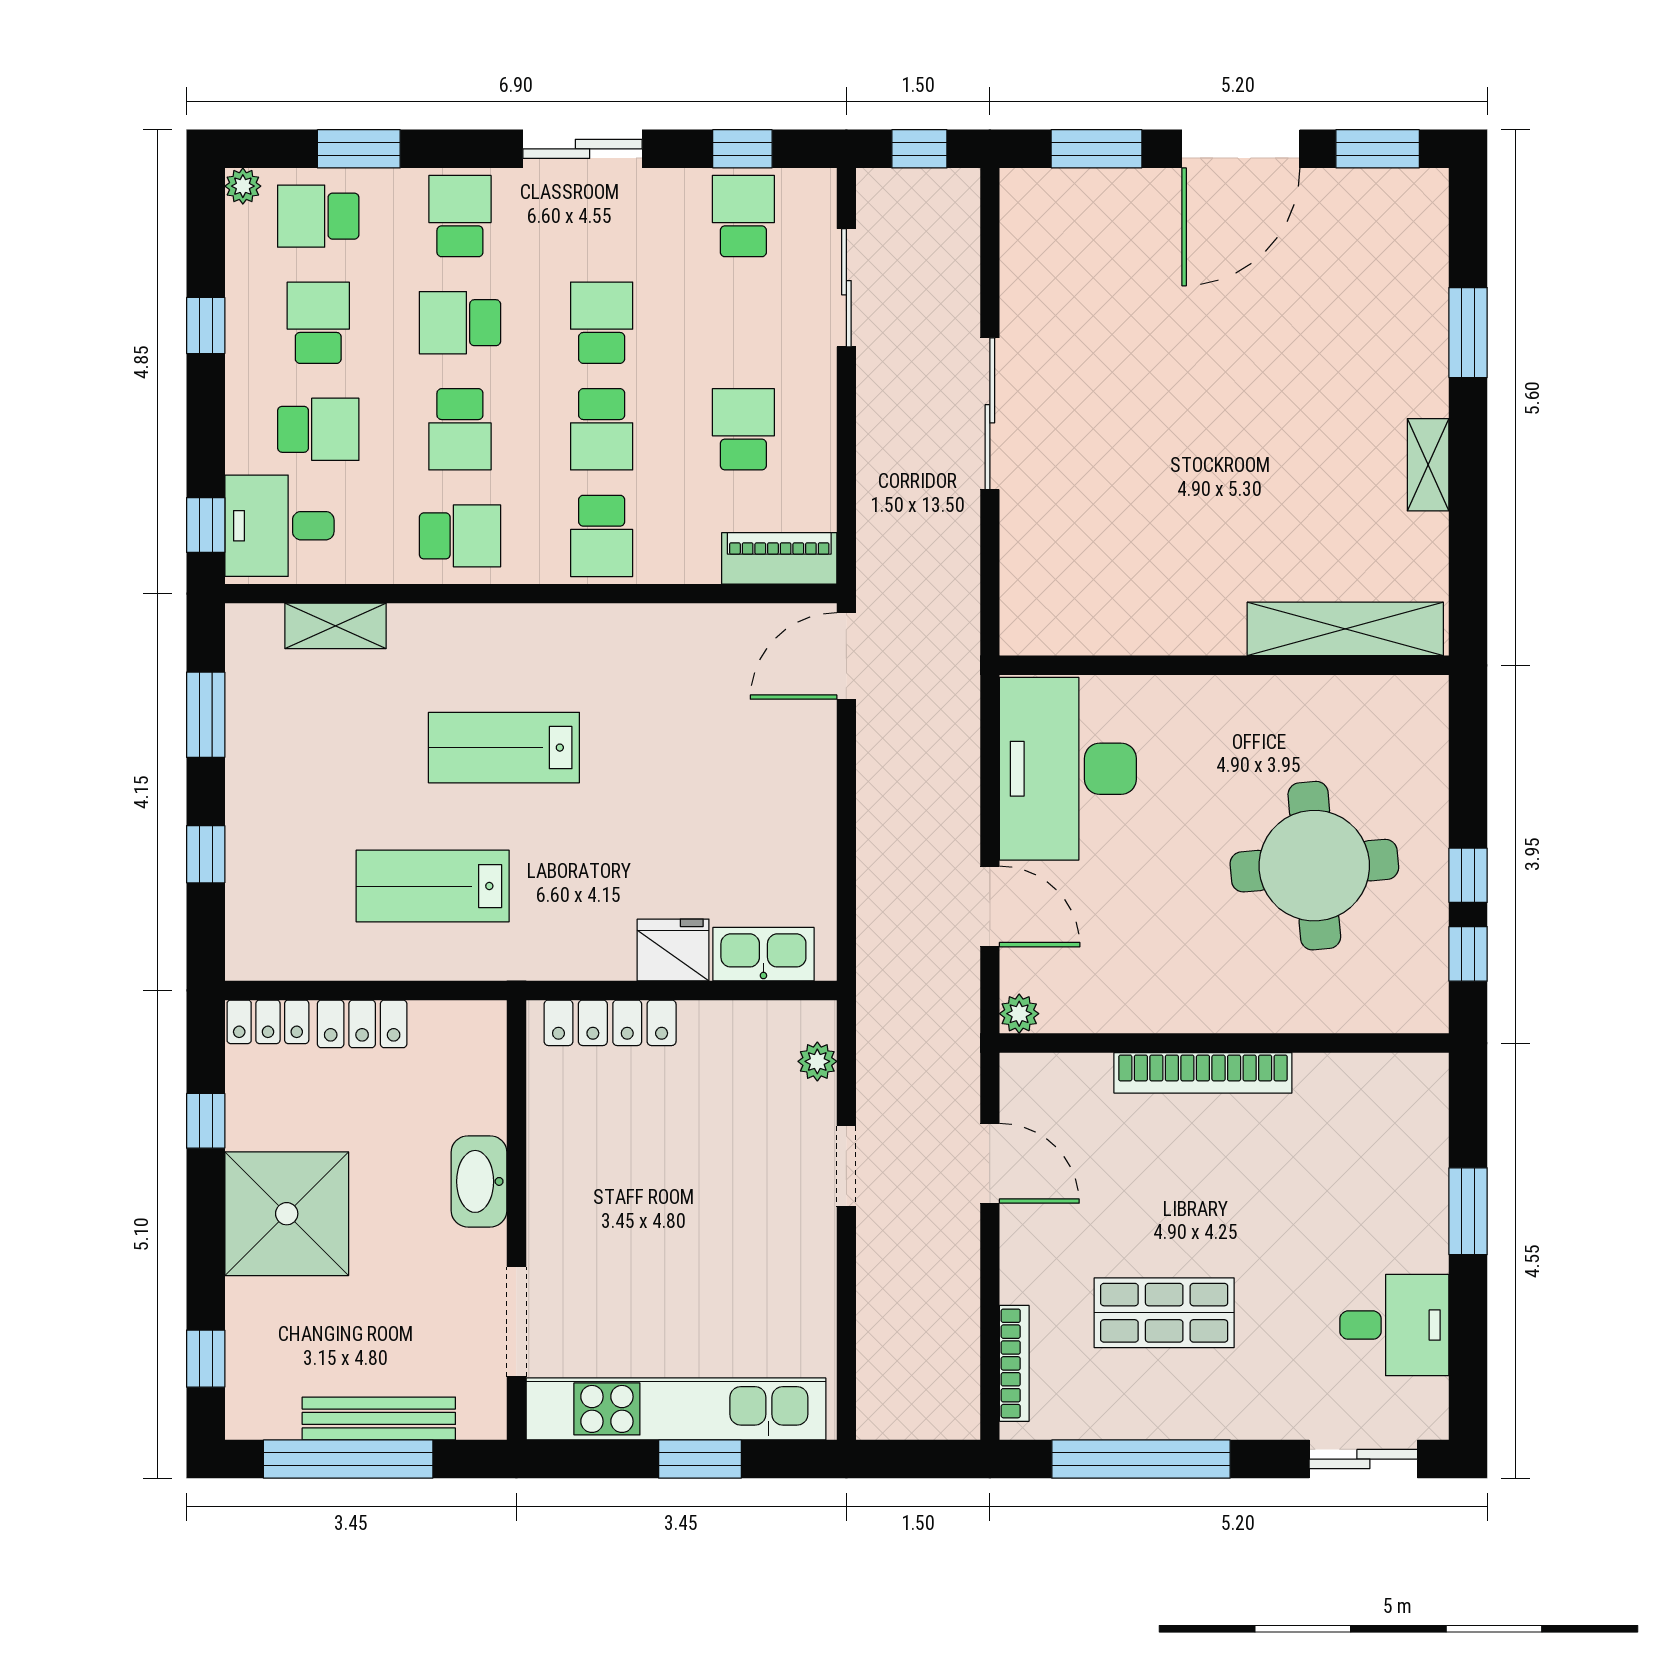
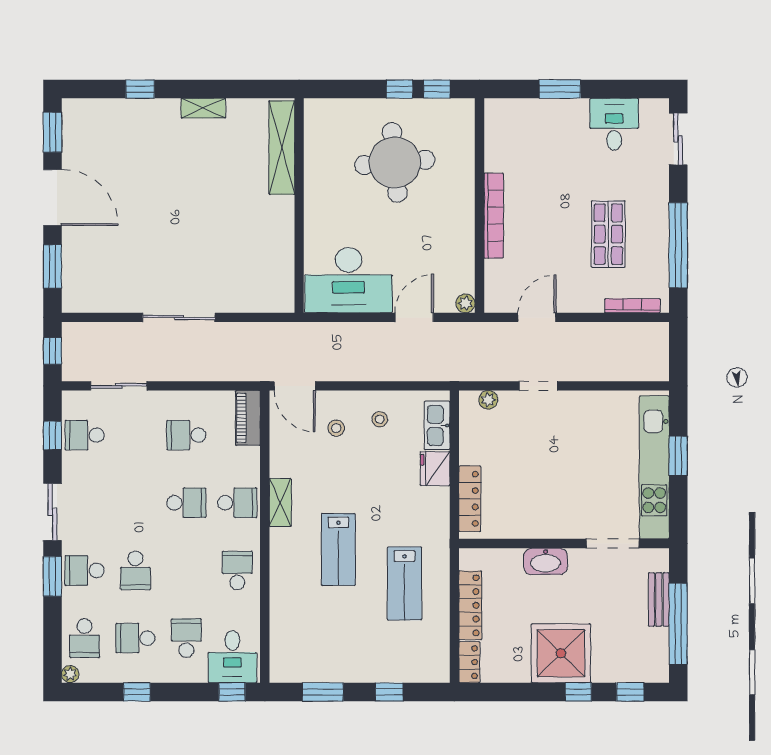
window: (359, 149) -> (52, 576), moved
school desk: (602, 323) -> (135, 503), removed
window: (1468, 333) -> (140, 89), width x0.67
school desk: (460, 429) -> (186, 570), removed
shelving: (336, 626) -> (280, 503), moved
stool: (758, 743) -> (336, 428), added
stool: (777, 834) -> (380, 419), added
locker: (362, 1024) -> (470, 605), width x1.53
window: (206, 1121) -> (578, 692), moved
bench: (379, 1418) -> (659, 599), width x0.73

